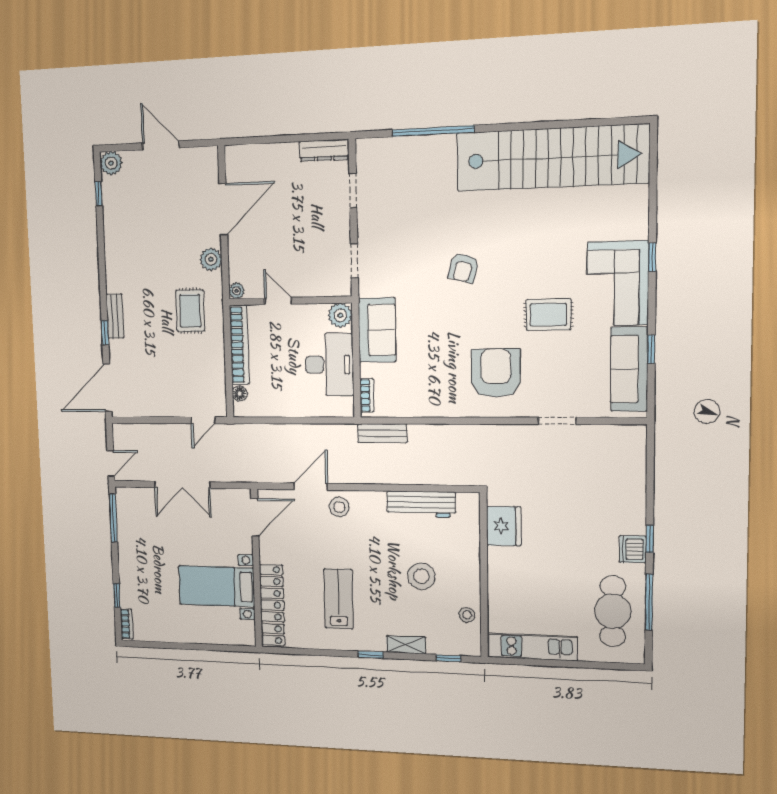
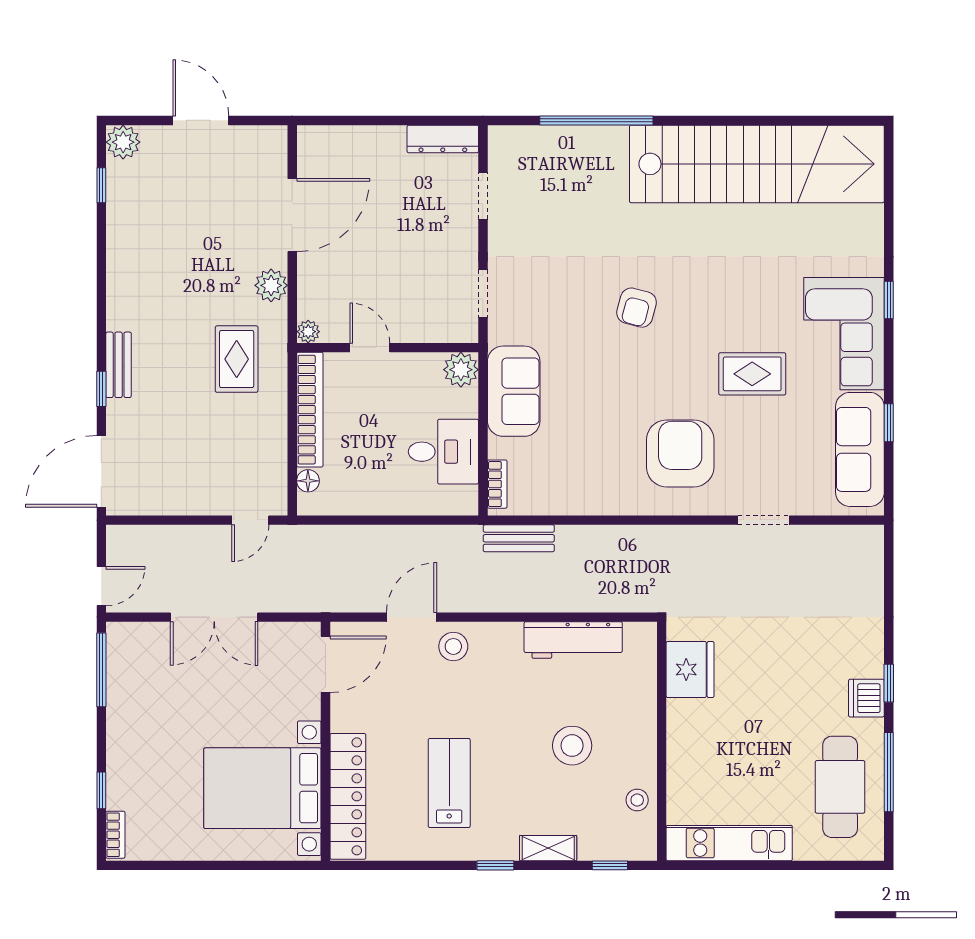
desk: (329, 365) -> (443, 452), width x0.73
bed with nightstands: (217, 586) -> (262, 788), width x1.36

